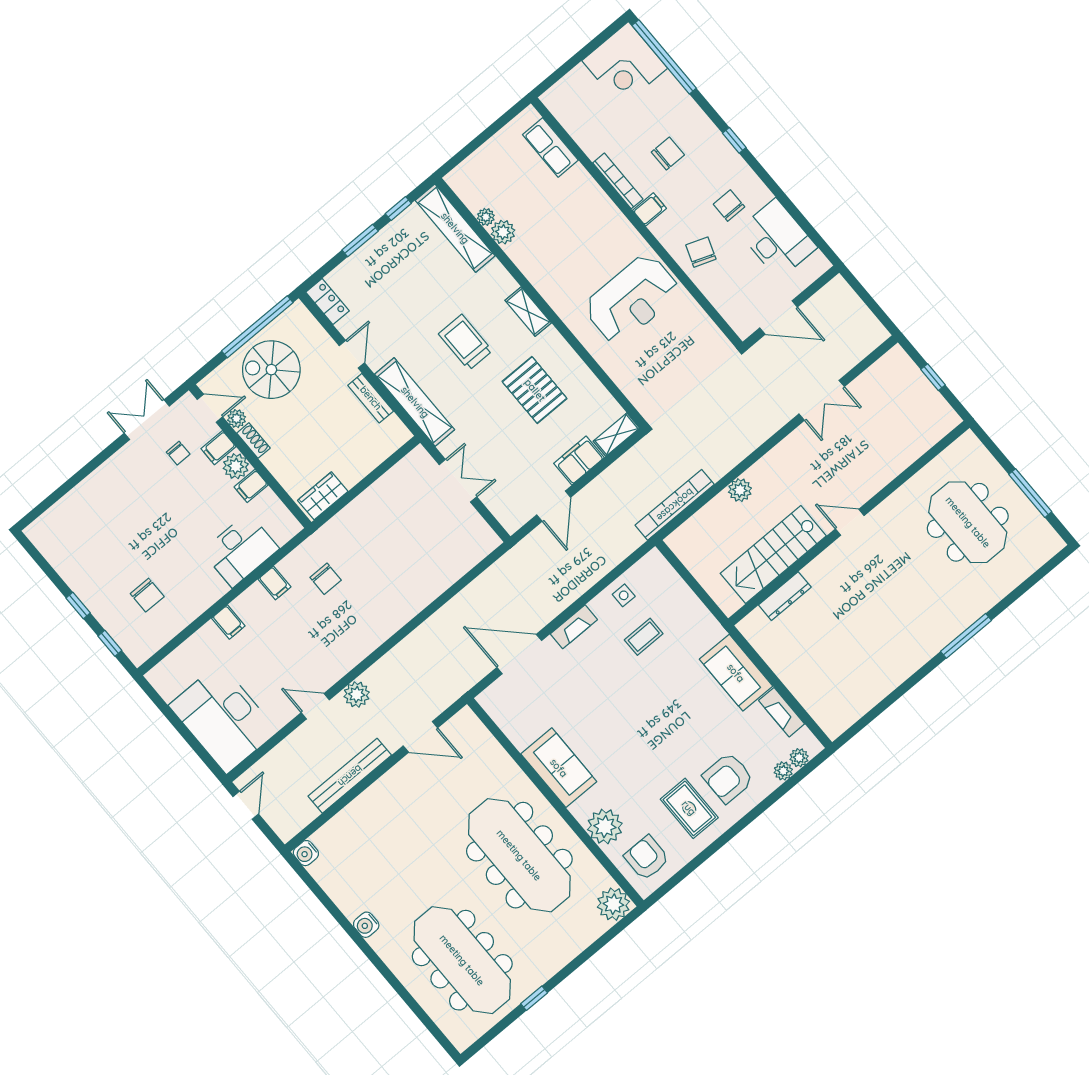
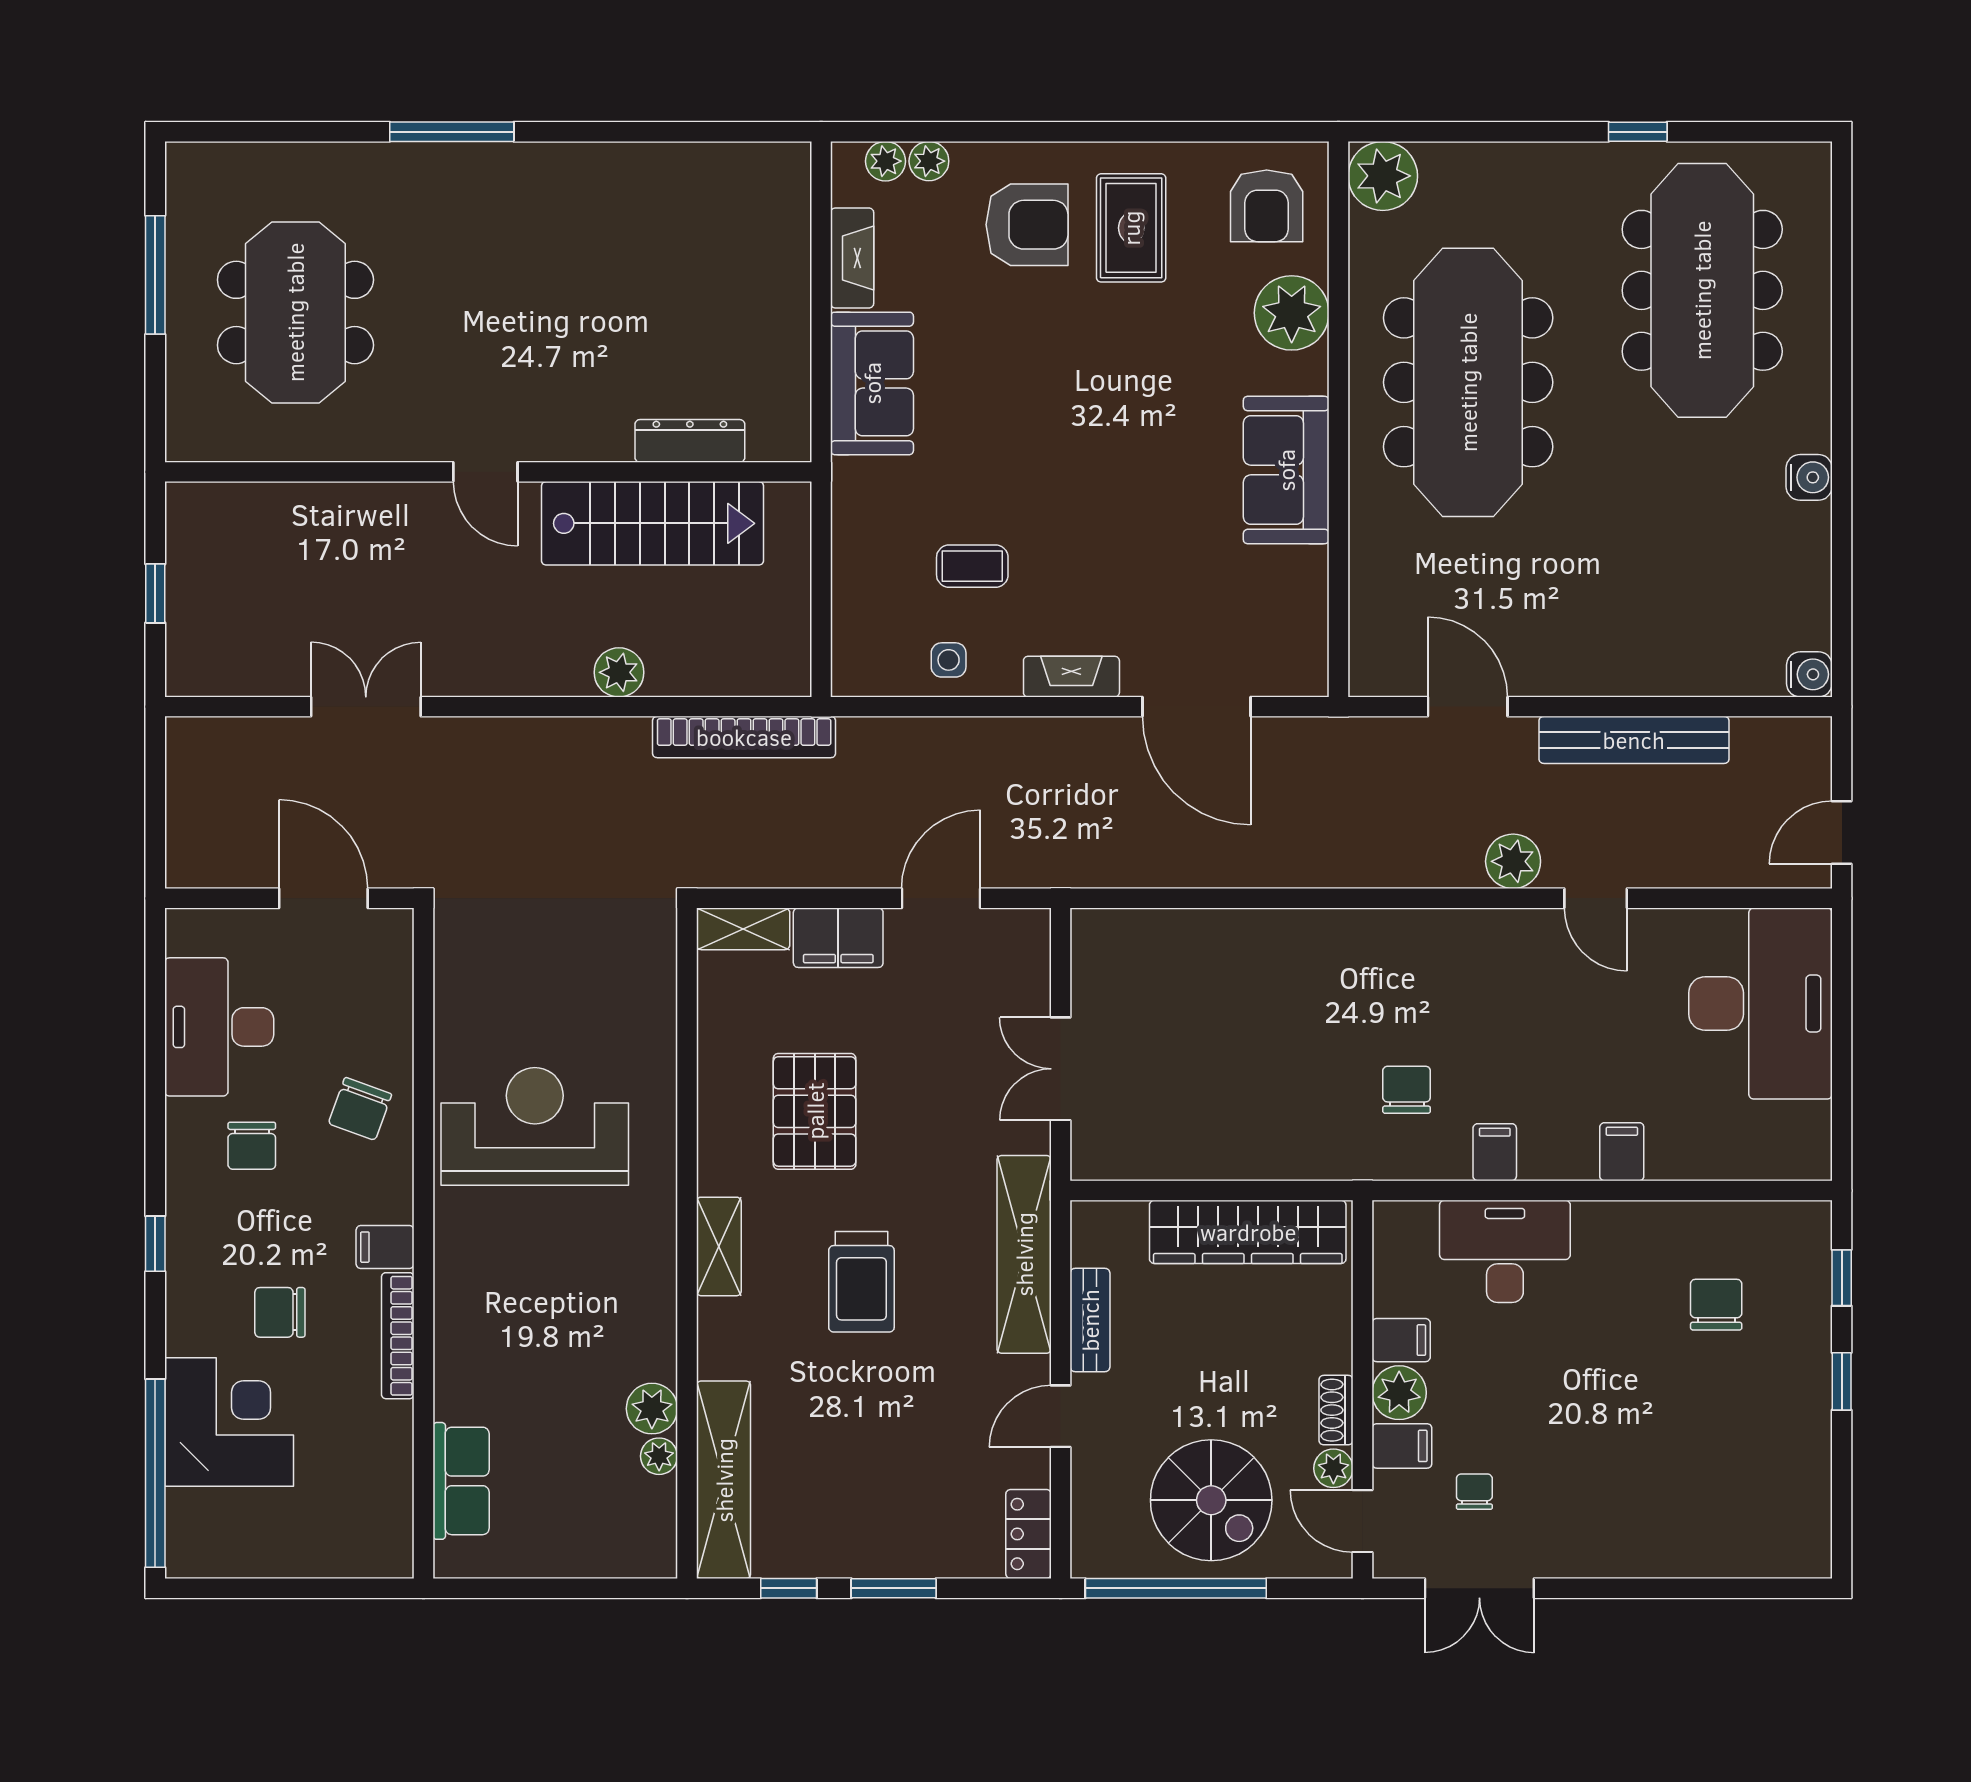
corner desk: (625, 64) -> (229, 1422), moved
wardrobe: (323, 496) -> (1248, 1232), width x2.10, depth x1.17

